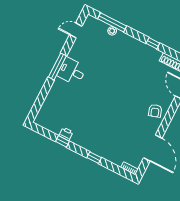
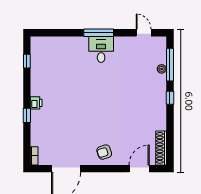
window: (153, 43) -> (170, 98), moved
printer: (66, 134) -> (36, 103), moved
window: (62, 141) -> (27, 61), moved

